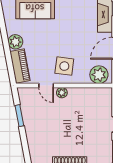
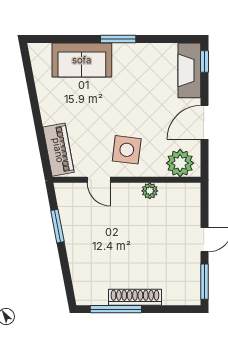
plant: (15, 42) -> (51, 112), removed
plant: (62, 93) -> (150, 191), moved

